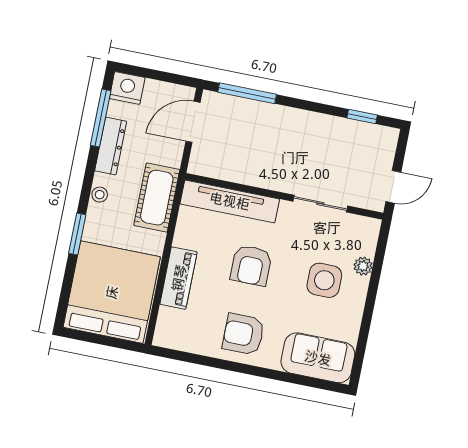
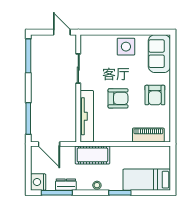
window: (362, 116) -> (28, 56), width x2.17
dresser: (111, 146) -> (66, 185), width x0.70
plant: (363, 266) -> (107, 40), removed
piano: (179, 278) -> (148, 135), moved
side table: (324, 280) -> (126, 47), moved
bed: (112, 292) -> (147, 180), width x0.49

